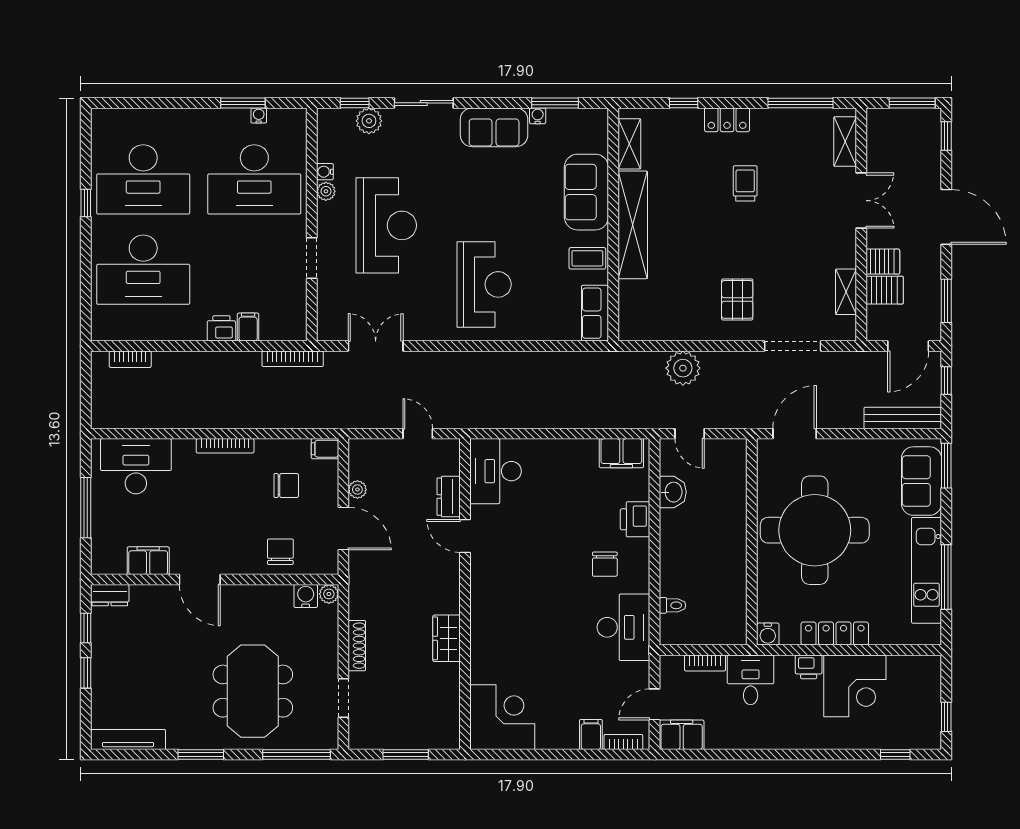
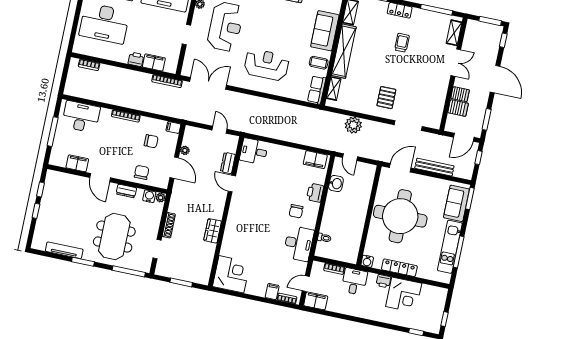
reception desk: (484, 284) -> (266, 65), turned -90
shelving: (846, 292) -> (334, 89), moved
filing cabinet: (248, 327) -> (154, 62), width x2.00
double door: (376, 346) -> (208, 83), width x1.37
bench: (903, 418) -> (434, 167), moved
desk: (495, 471) -> (254, 151), width x0.73
dresser: (110, 595) -> (126, 191), moved
tv unit: (128, 739) -> (64, 250), moved

